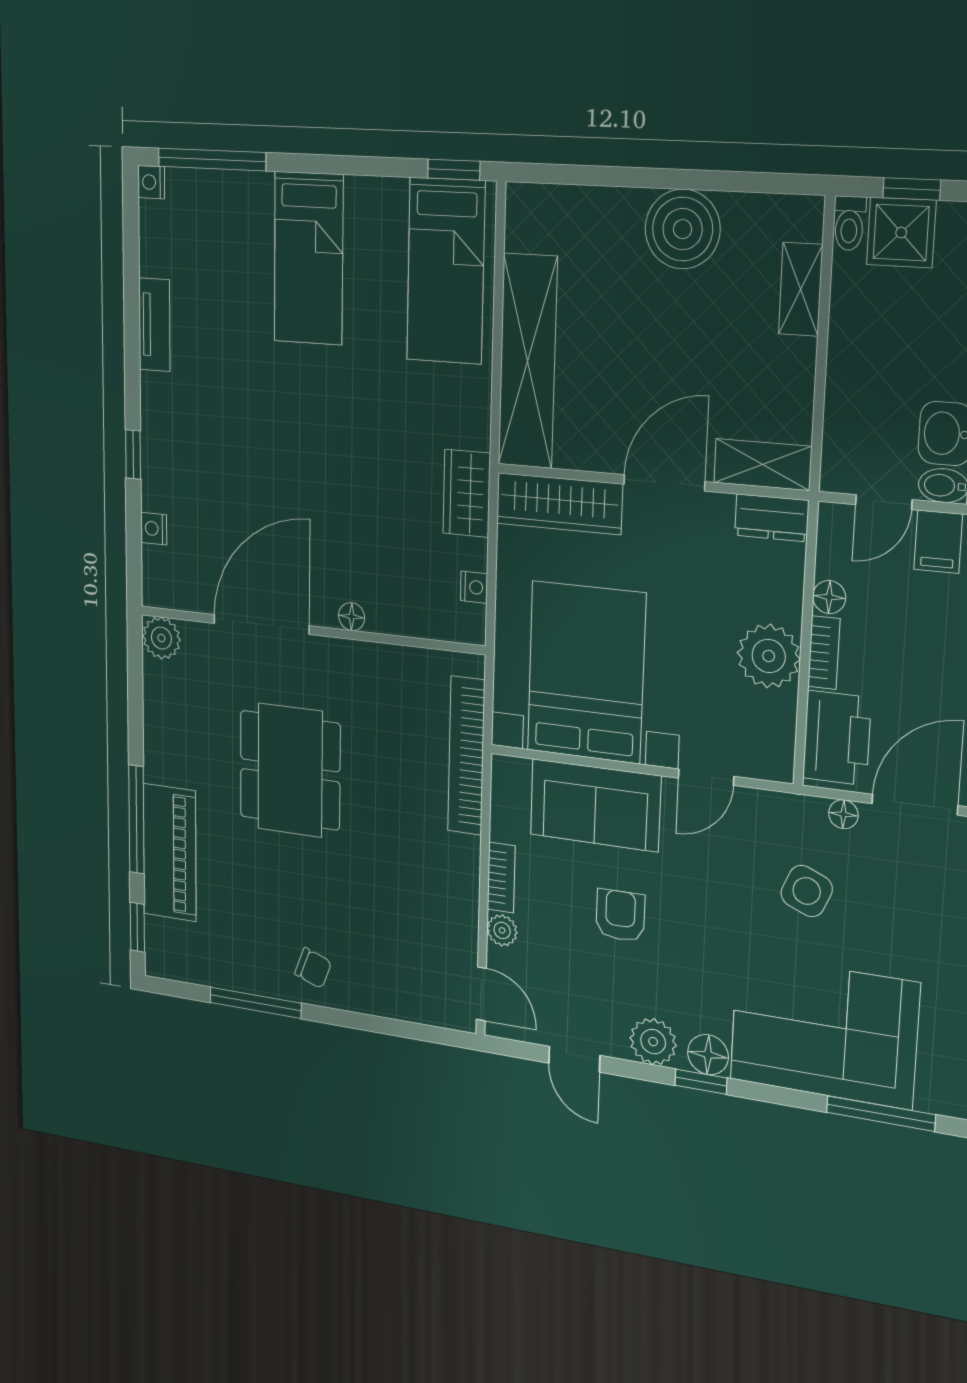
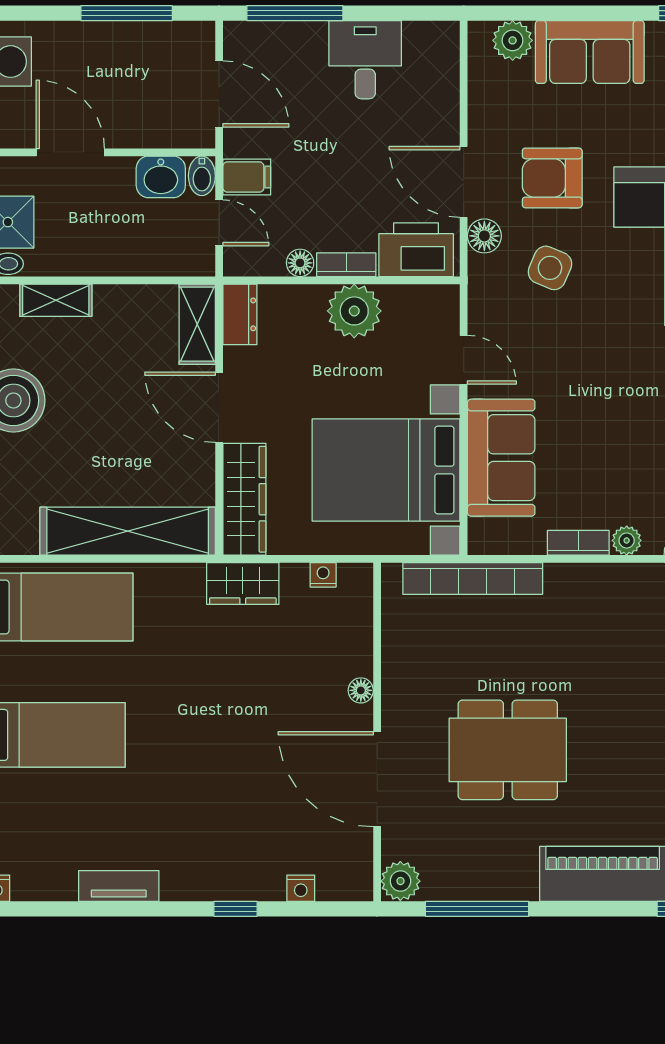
floor lamp: (843, 814) -> (484, 236), width x1.37, depth x1.37
window: (136, 820) -> (477, 909), moved
armchair: (620, 915) -> (552, 178), moved, width x1.38, depth x1.38

